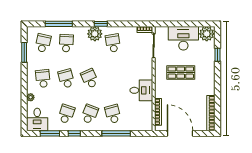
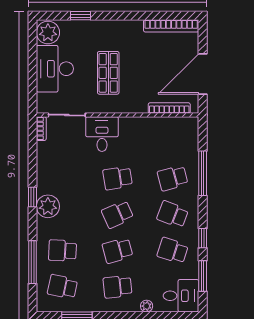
school desk: (113, 43) -> (118, 178), moved
desk: (141, 90) -> (102, 134), moved

